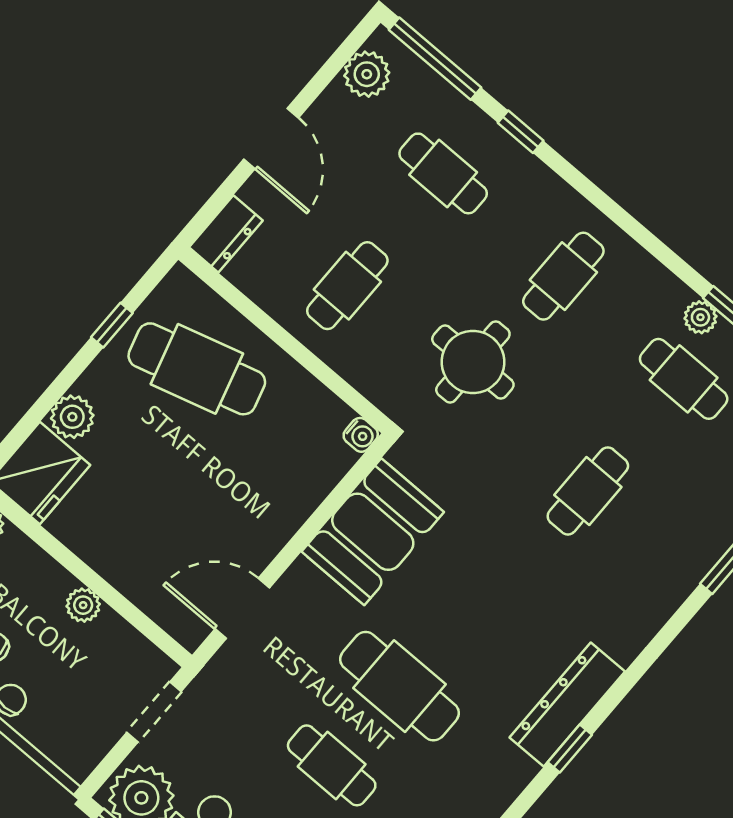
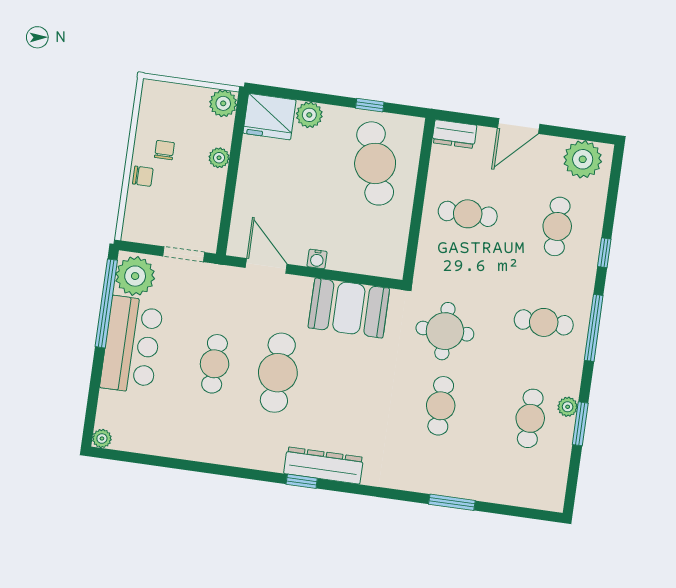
window: (435, 59) -> (594, 328), moved
plant: (367, 74) -> (583, 159), width x1.36, depth x1.36
round table: (473, 362) -> (445, 331), moved
water cooler: (361, 435) -> (317, 259), moved
cafe table: (588, 491) -> (441, 406), turned 90
plant: (83, 605) -> (219, 158), moved

